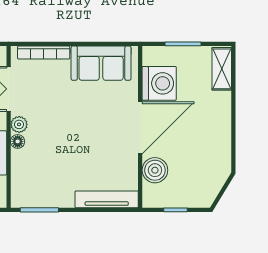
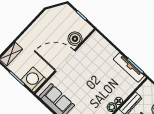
washing machine: (159, 83) -> (34, 80), moved
tv unit: (107, 199) -> (129, 67), moved

